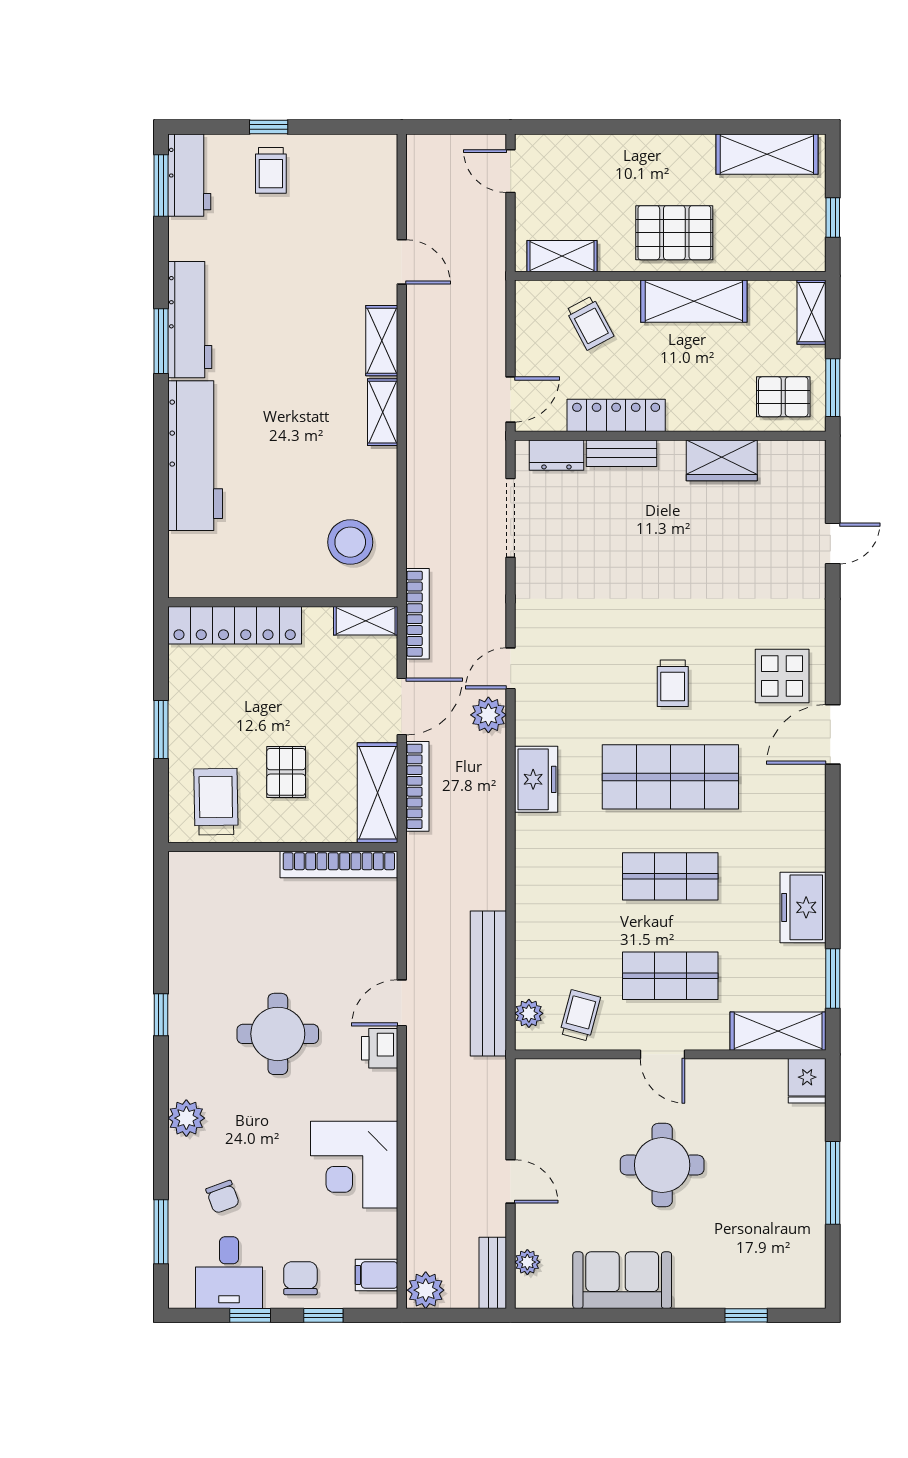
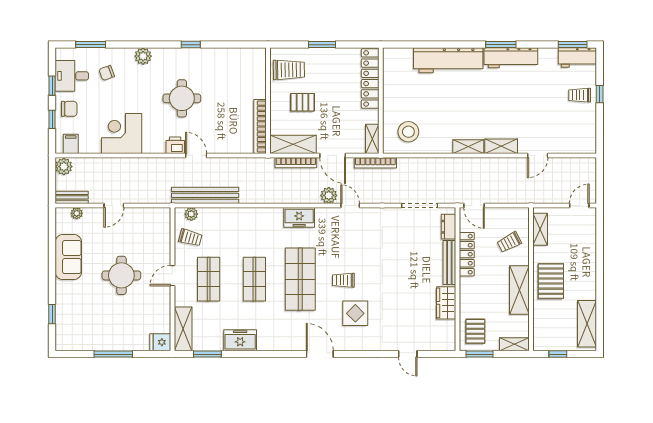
bench: (621, 453) -> (449, 263), width x1.36
display table: (782, 676) -> (355, 313), moved

